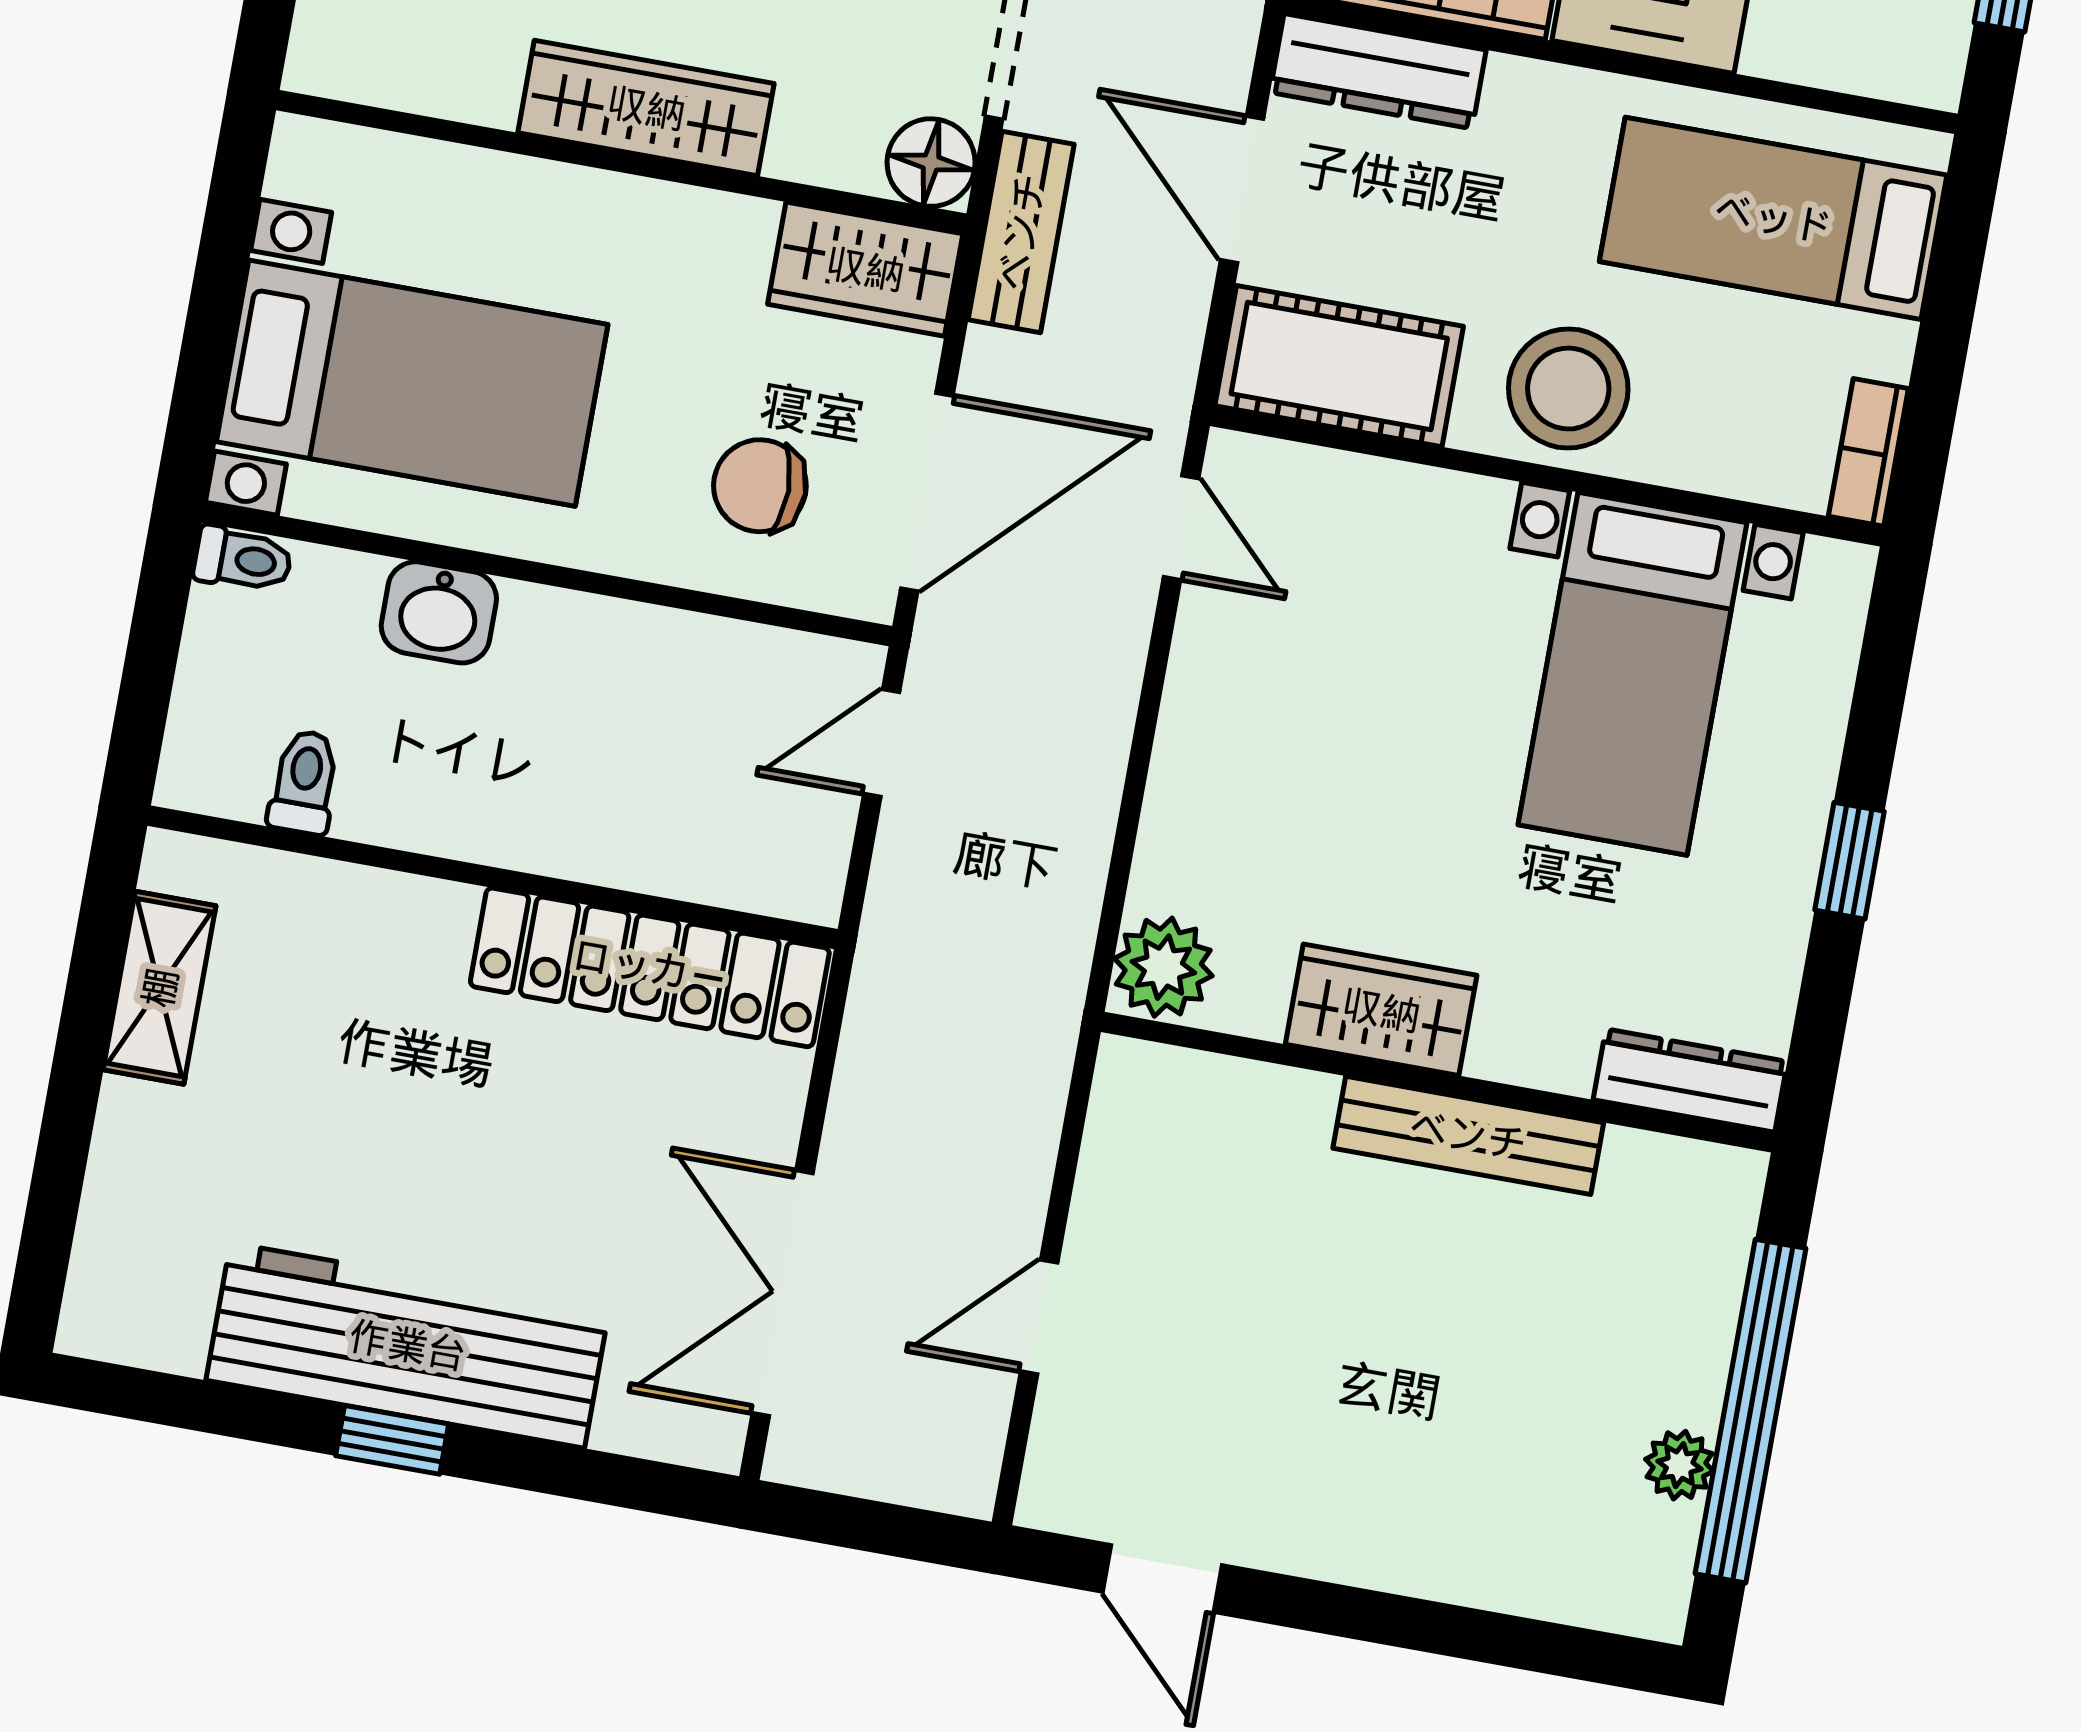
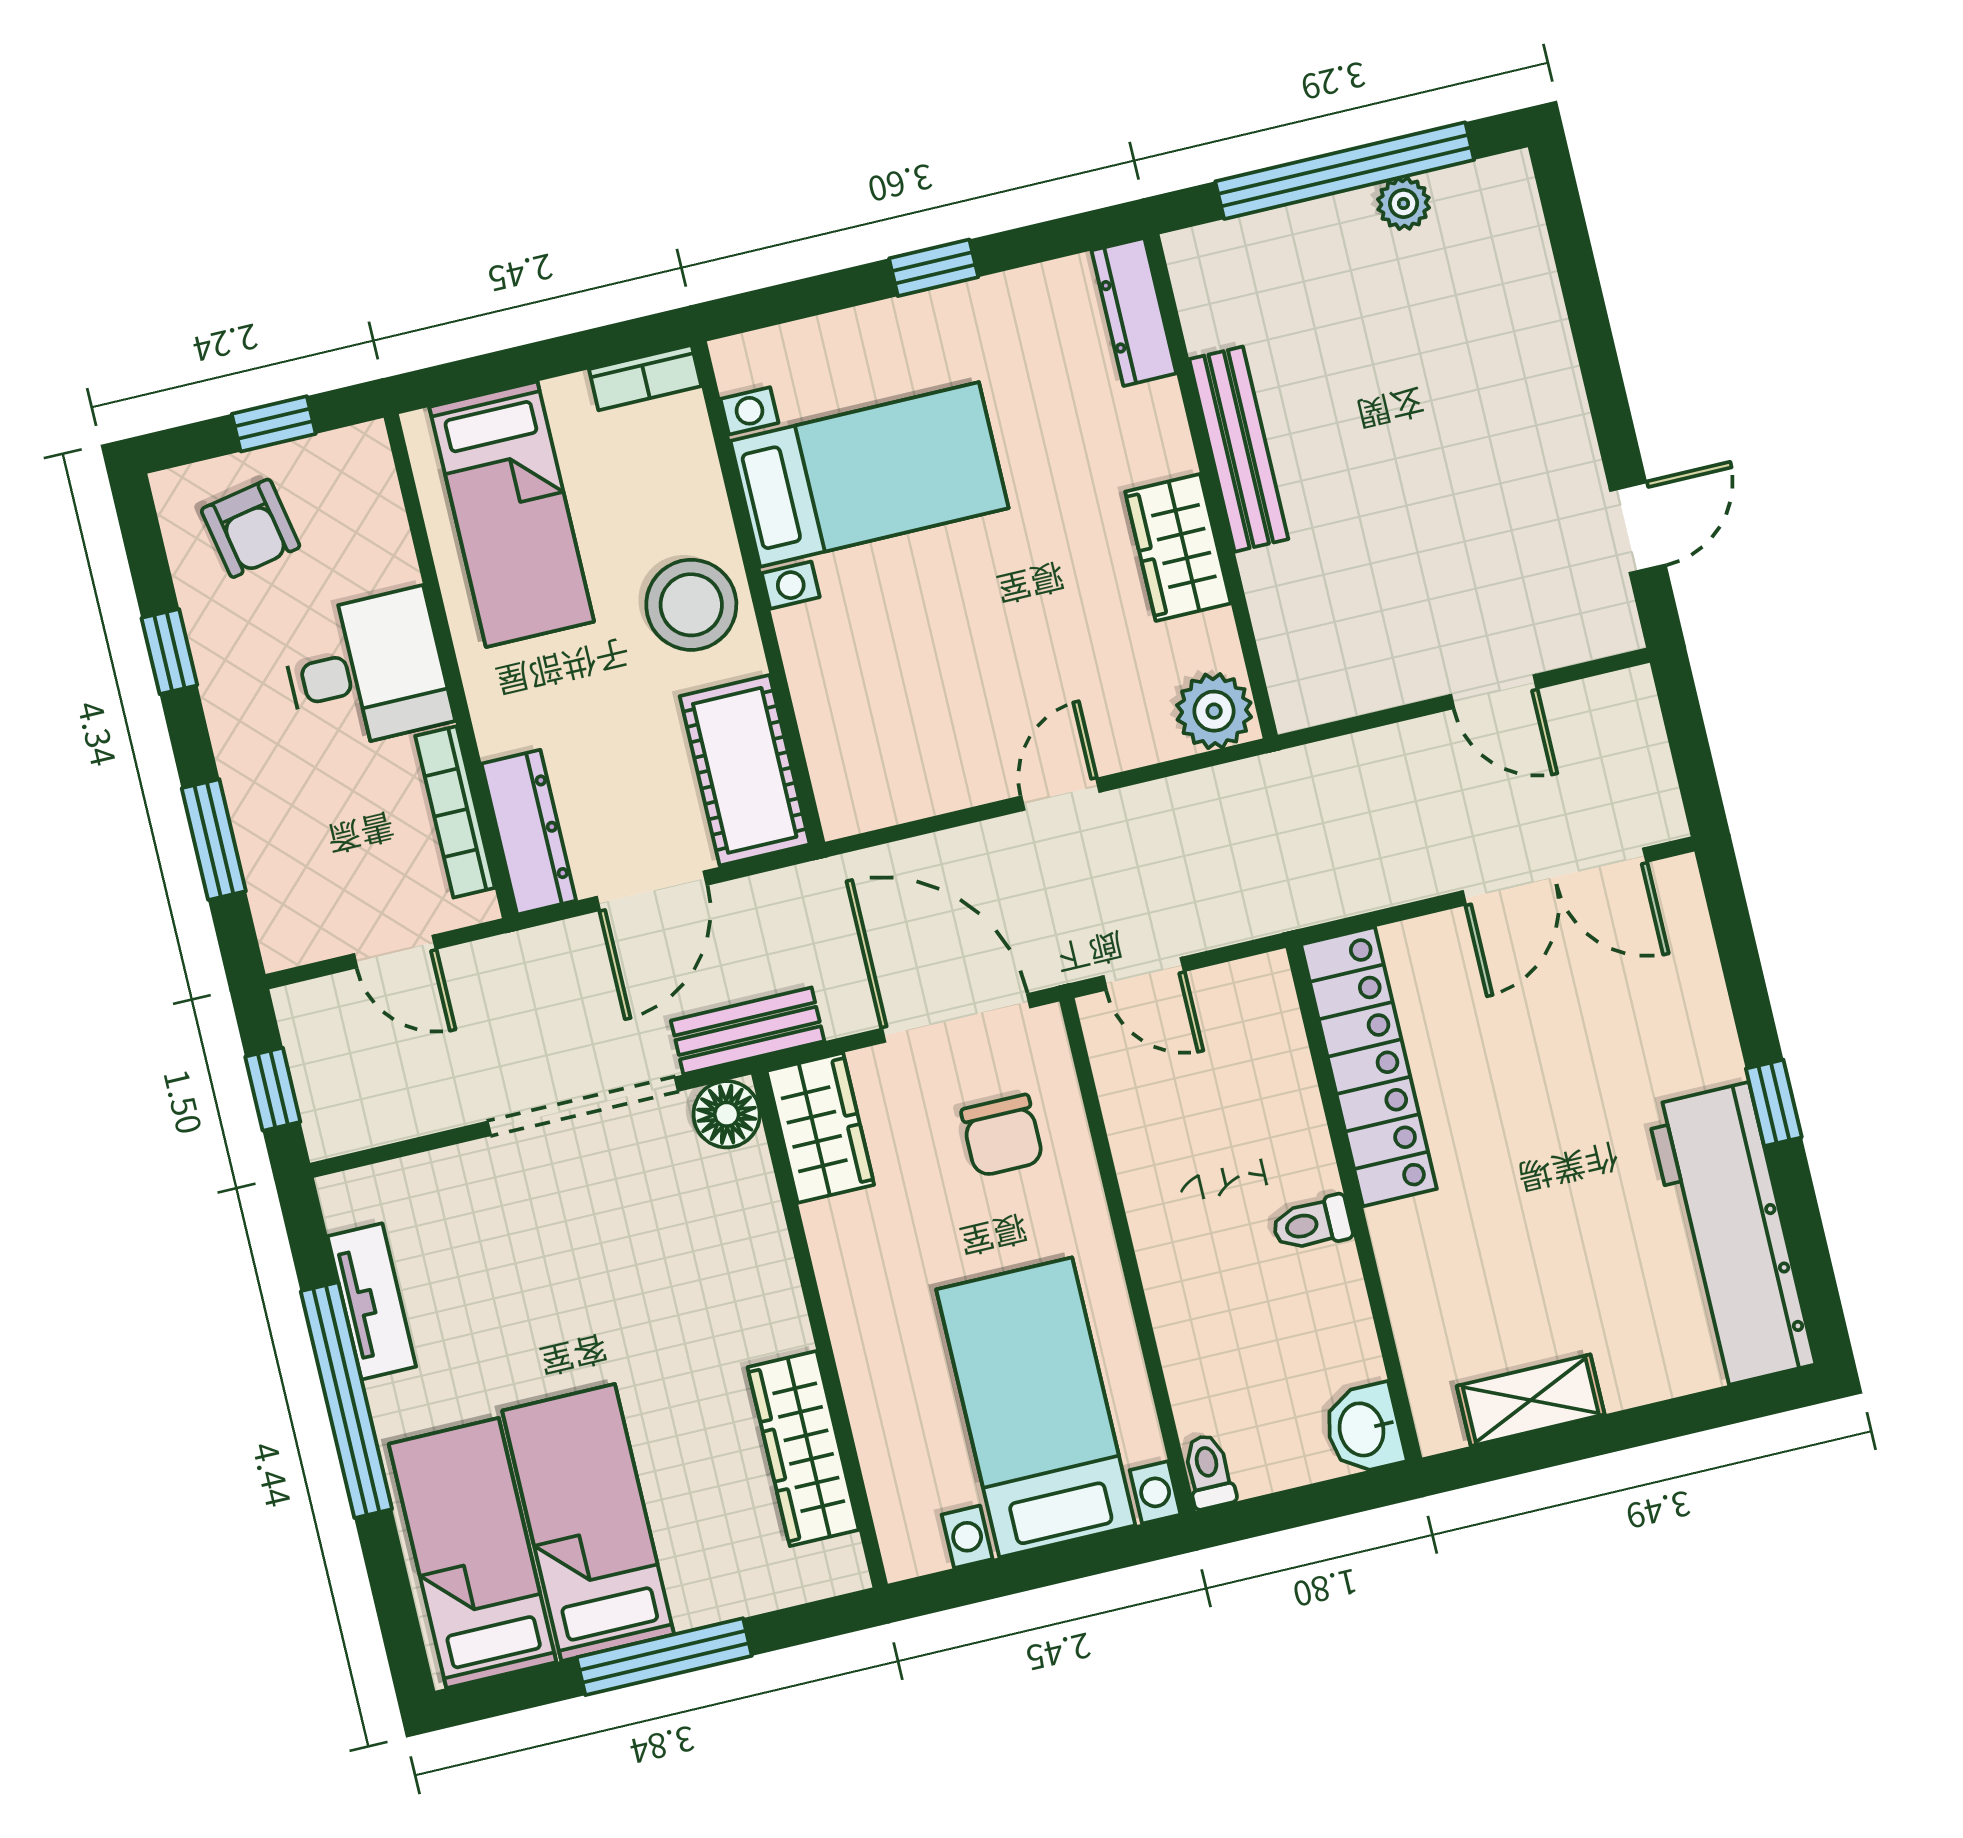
wardrobe: (646, 108) -> (803, 1449), moved
door: (1181, 528) -> (1060, 794), moved
washbasin: (439, 612) -> (1364, 1429), moved, turned 180
toilet: (304, 782) -> (1312, 1224), moved
workbench: (408, 1345) -> (1731, 1235), moved

